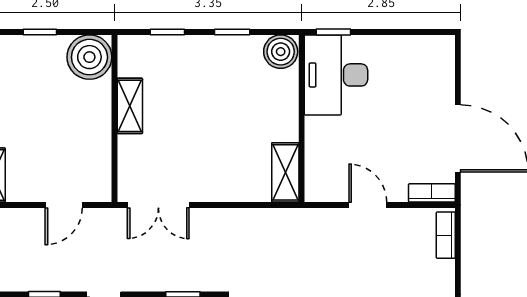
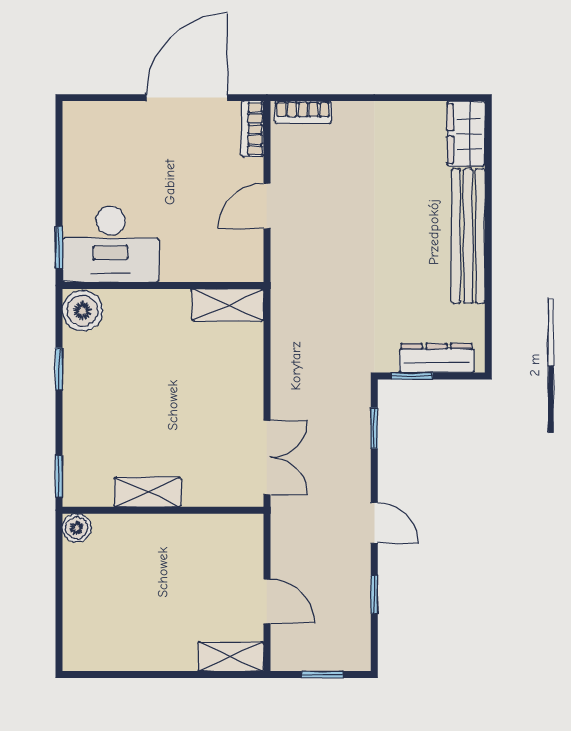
window: (40, 32) -> (59, 600), removed
window: (167, 32) -> (59, 476), moved
boiler: (89, 57) -> (77, 528), width x0.54, depth x0.54
door: (64, 205) -> (267, 601), moved

